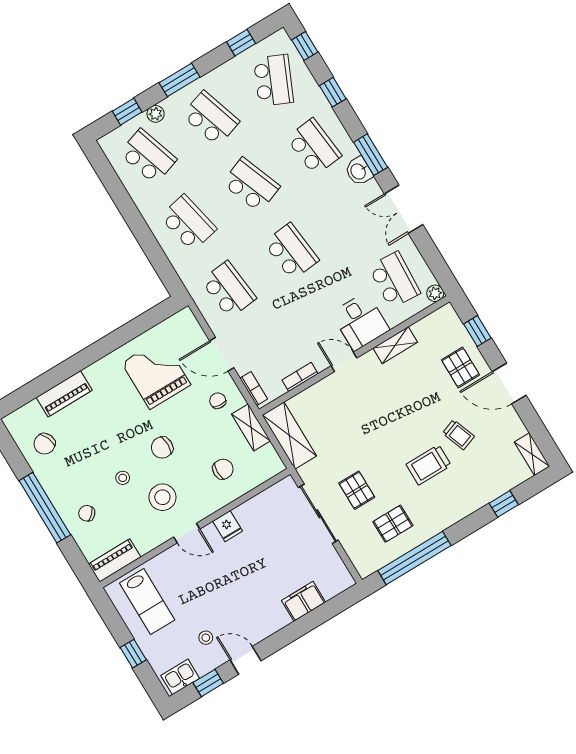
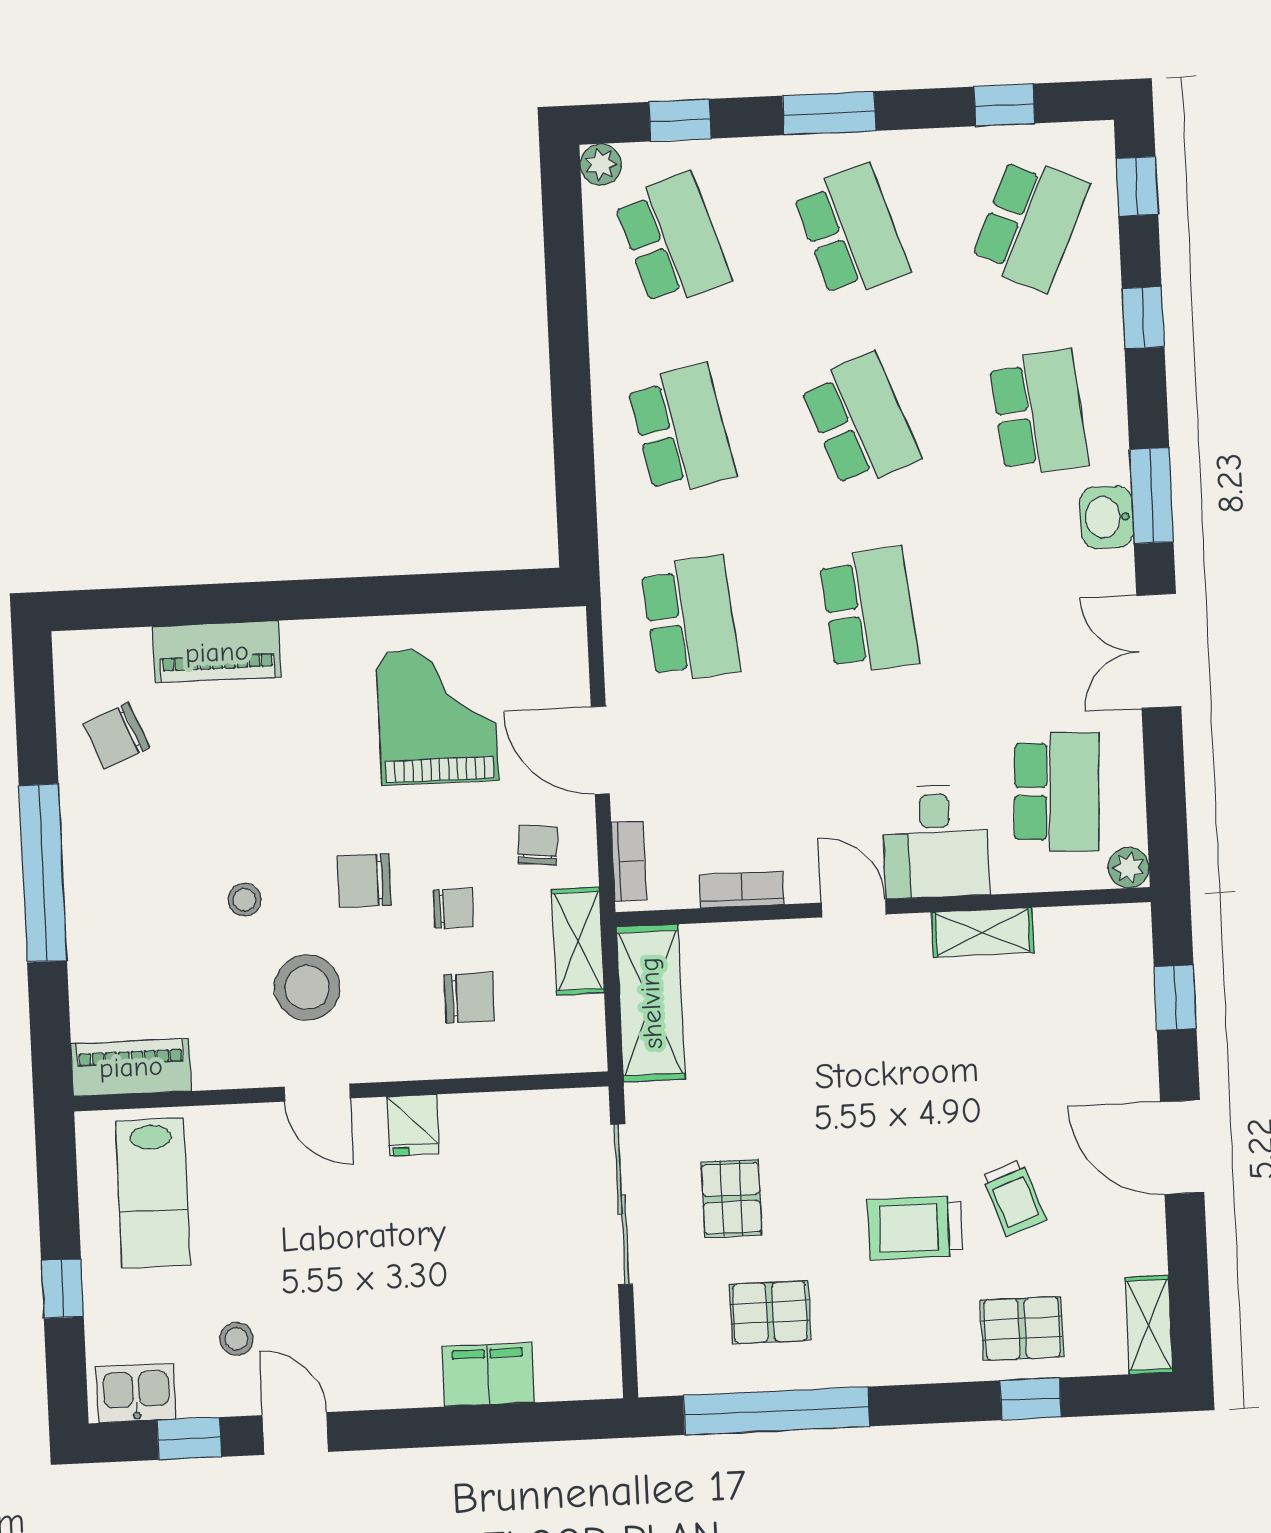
plant: (156, 114) -> (601, 164), moved
pallet: (460, 367) -> (1022, 1329), moved, turned 90
chair: (87, 513) -> (453, 908), moved, turned 134

